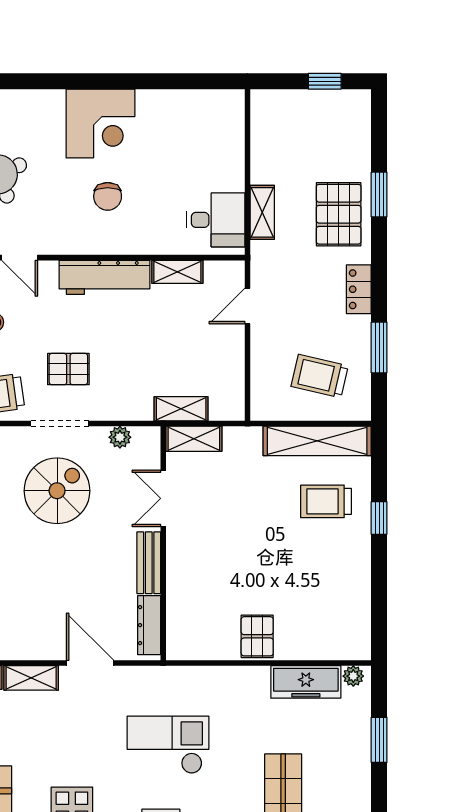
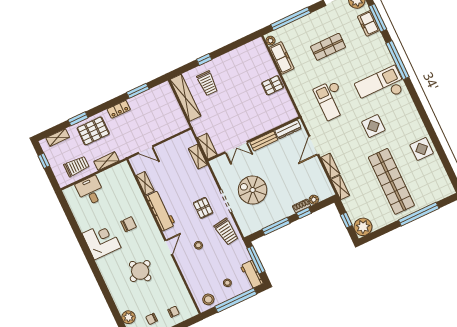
shelving: (360, 133) -> (58, 138), added
desk: (216, 220) -> (90, 191), moved
trolley: (320, 376) -> (77, 166), moved, turned -103
plant: (120, 437) -> (220, 175), removed
window: (379, 740) -> (291, 19), width x2.11

